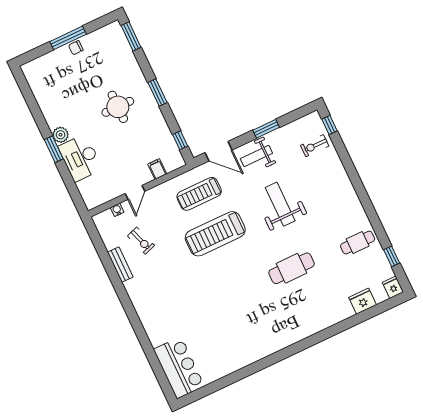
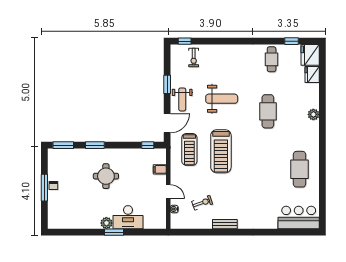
window: (158, 93) -> (95, 145), moved
weight bench: (280, 204) -> (222, 99), turned 180
bench: (120, 265) -> (225, 224), moved
fridge: (393, 287) -> (310, 55), width x1.88, depth x1.34
plant: (314, 326) -> (313, 114), added
cafe table: (239, 341) -> (299, 169), added

